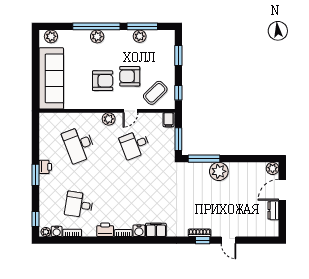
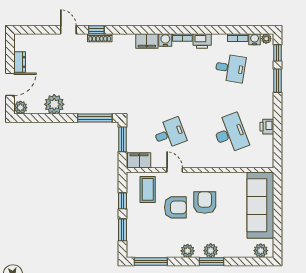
window: (96, 26) -> (212, 261), width x0.47
window: (142, 26) -> (151, 261), moved
plant: (140, 36) -> (188, 251), moved
armchair: (103, 81) -> (205, 203), turned 90
coffee table: (155, 93) -> (148, 189), turned -46
window: (178, 93) -> (123, 201), moved
door: (130, 111) -> (175, 170), hinge flipped
plant: (109, 119) -> (198, 161), removed
filing cabinet: (168, 120) -> (139, 160), width x2.00
printer: (45, 167) -> (267, 127), moved
plant: (219, 171) -> (54, 104), moved
window: (35, 175) -> (277, 81), moved

